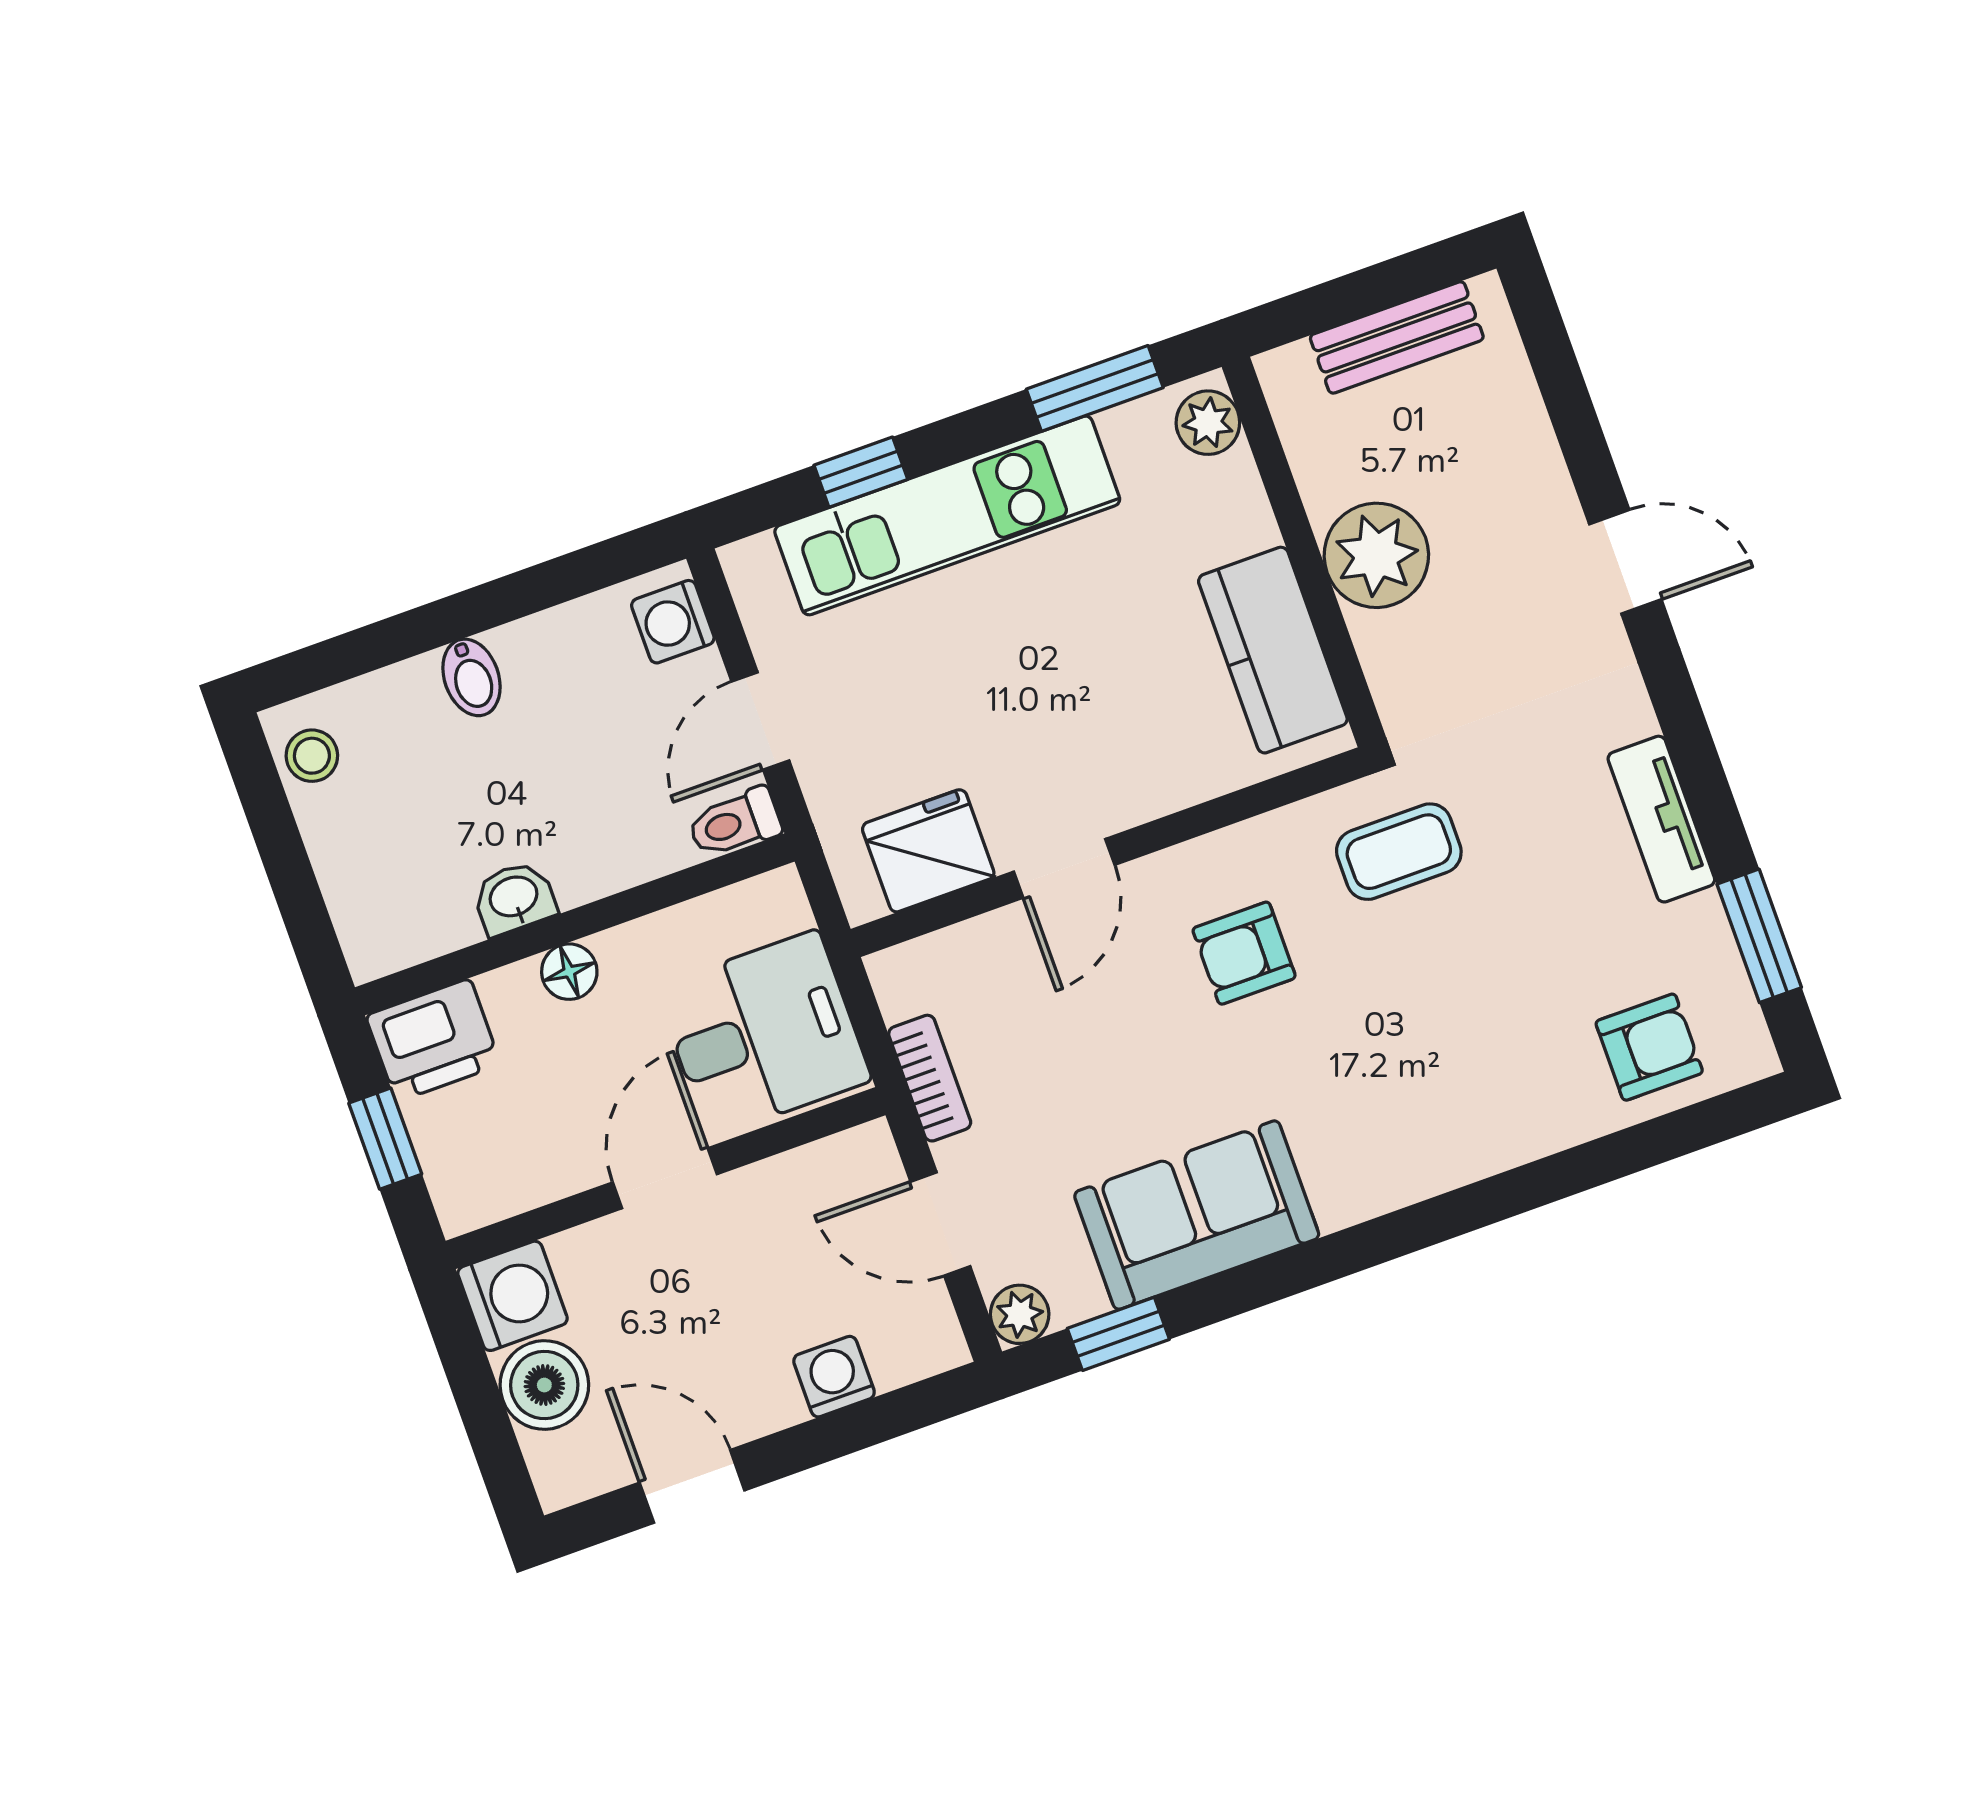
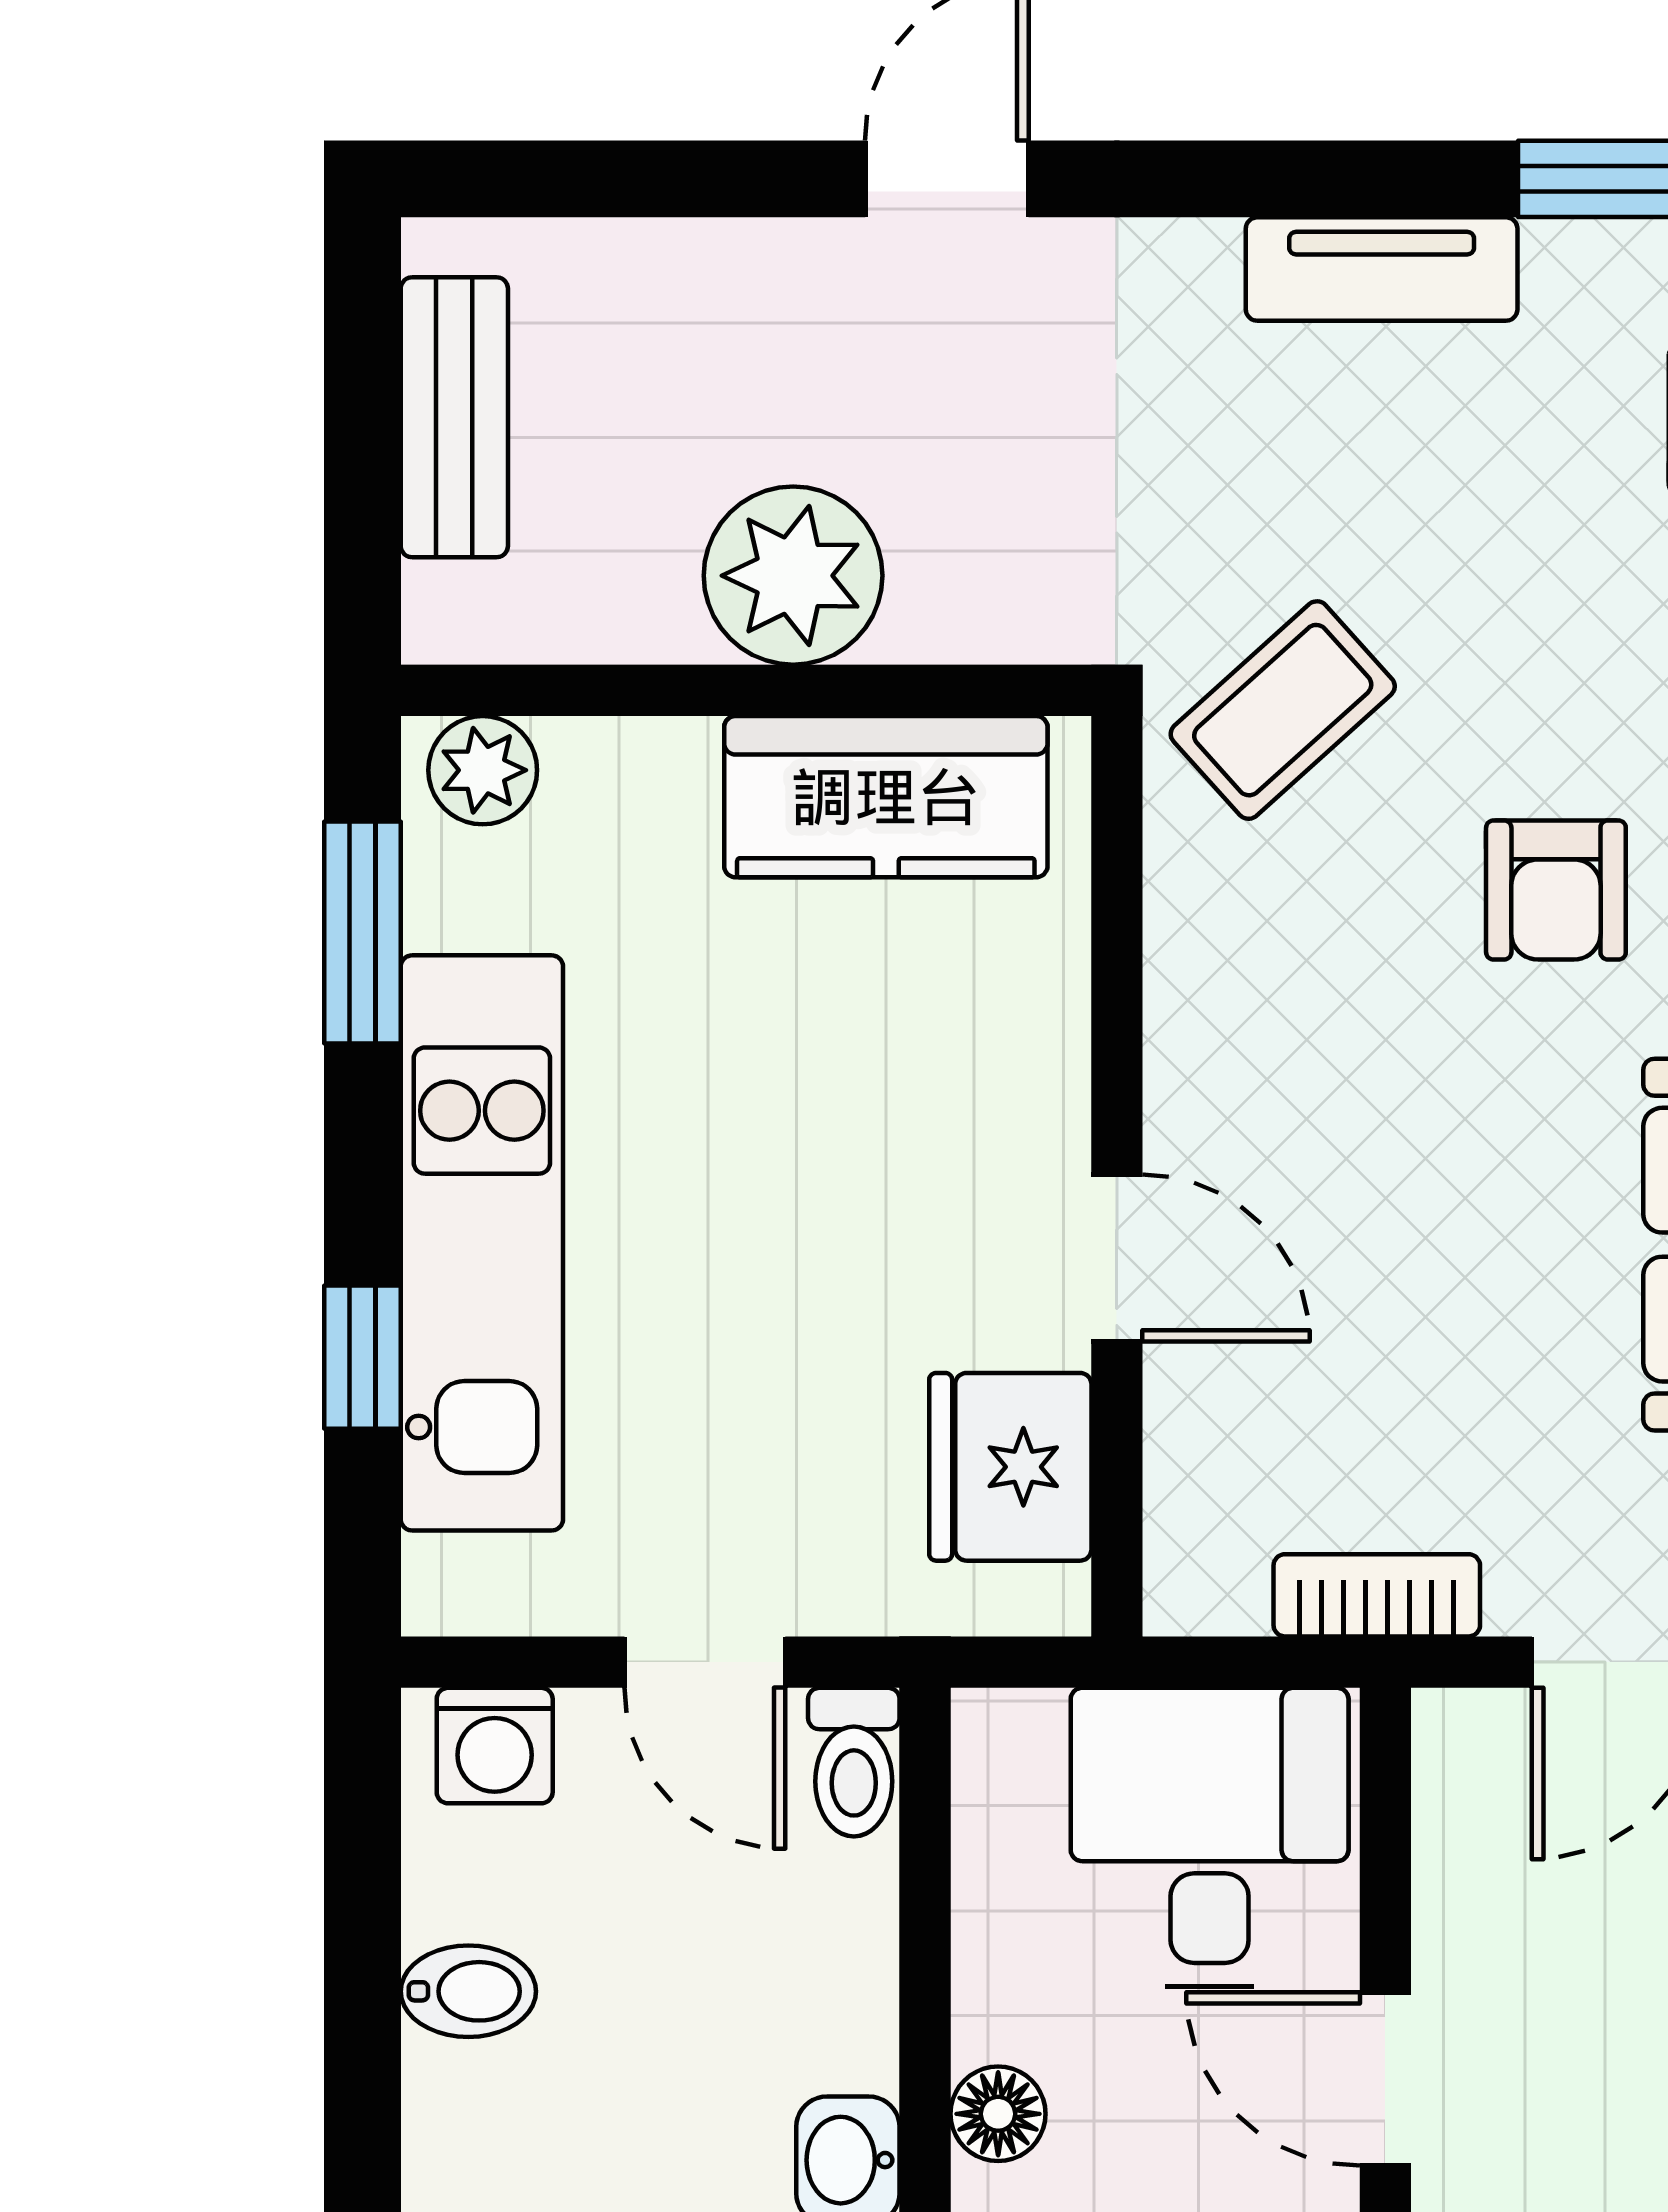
bidet: (472, 677) -> (468, 1991), moved
coffee table: (1399, 852) -> (1283, 710), turned 48
armchair: (1244, 953) -> (1556, 890), moved

